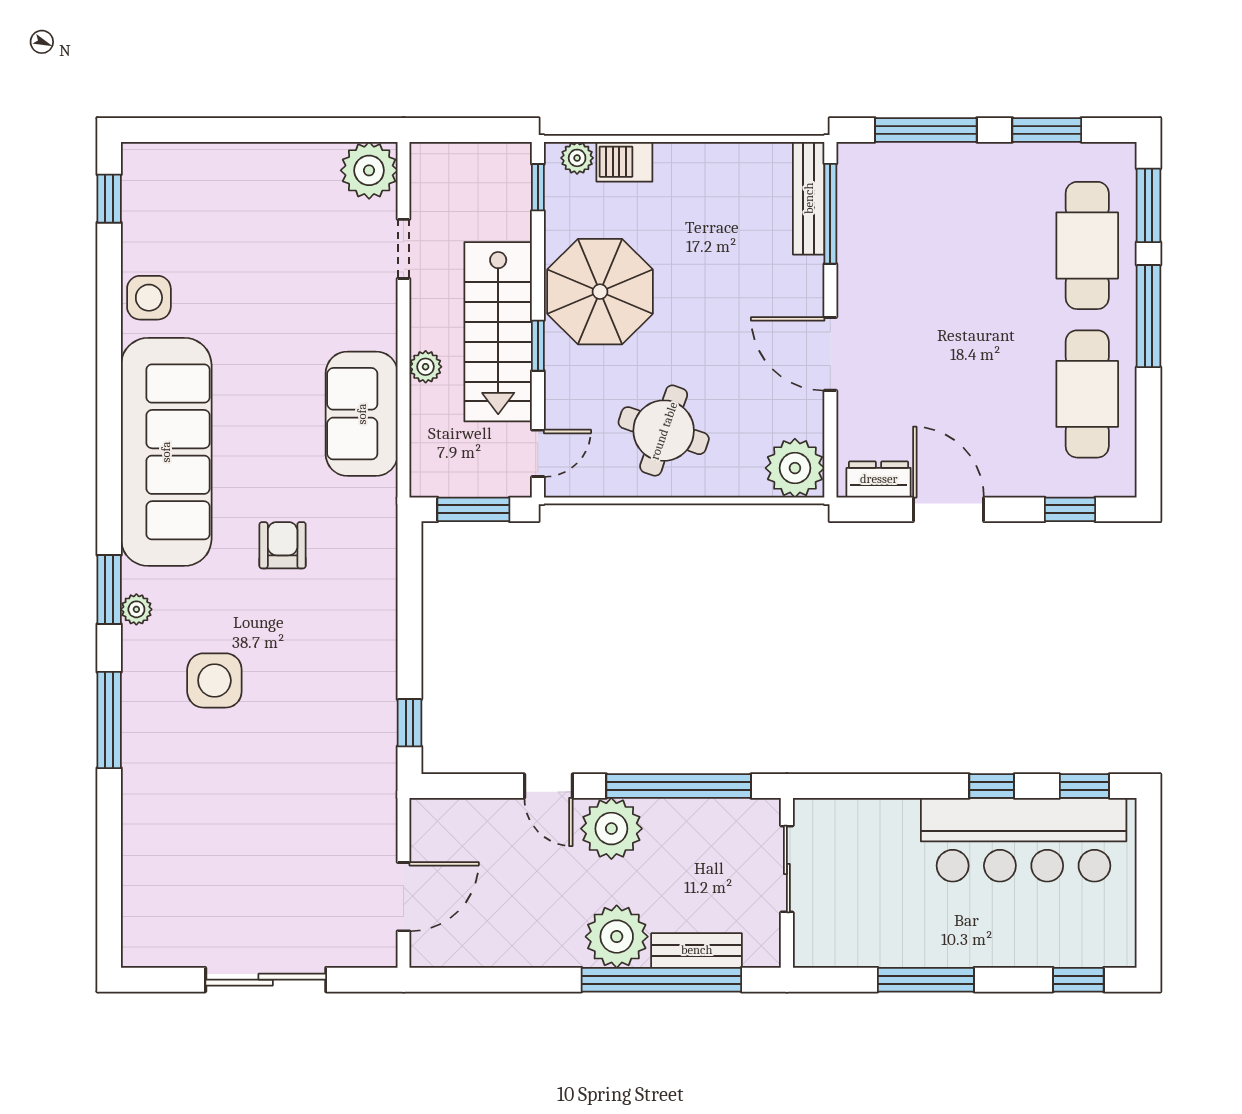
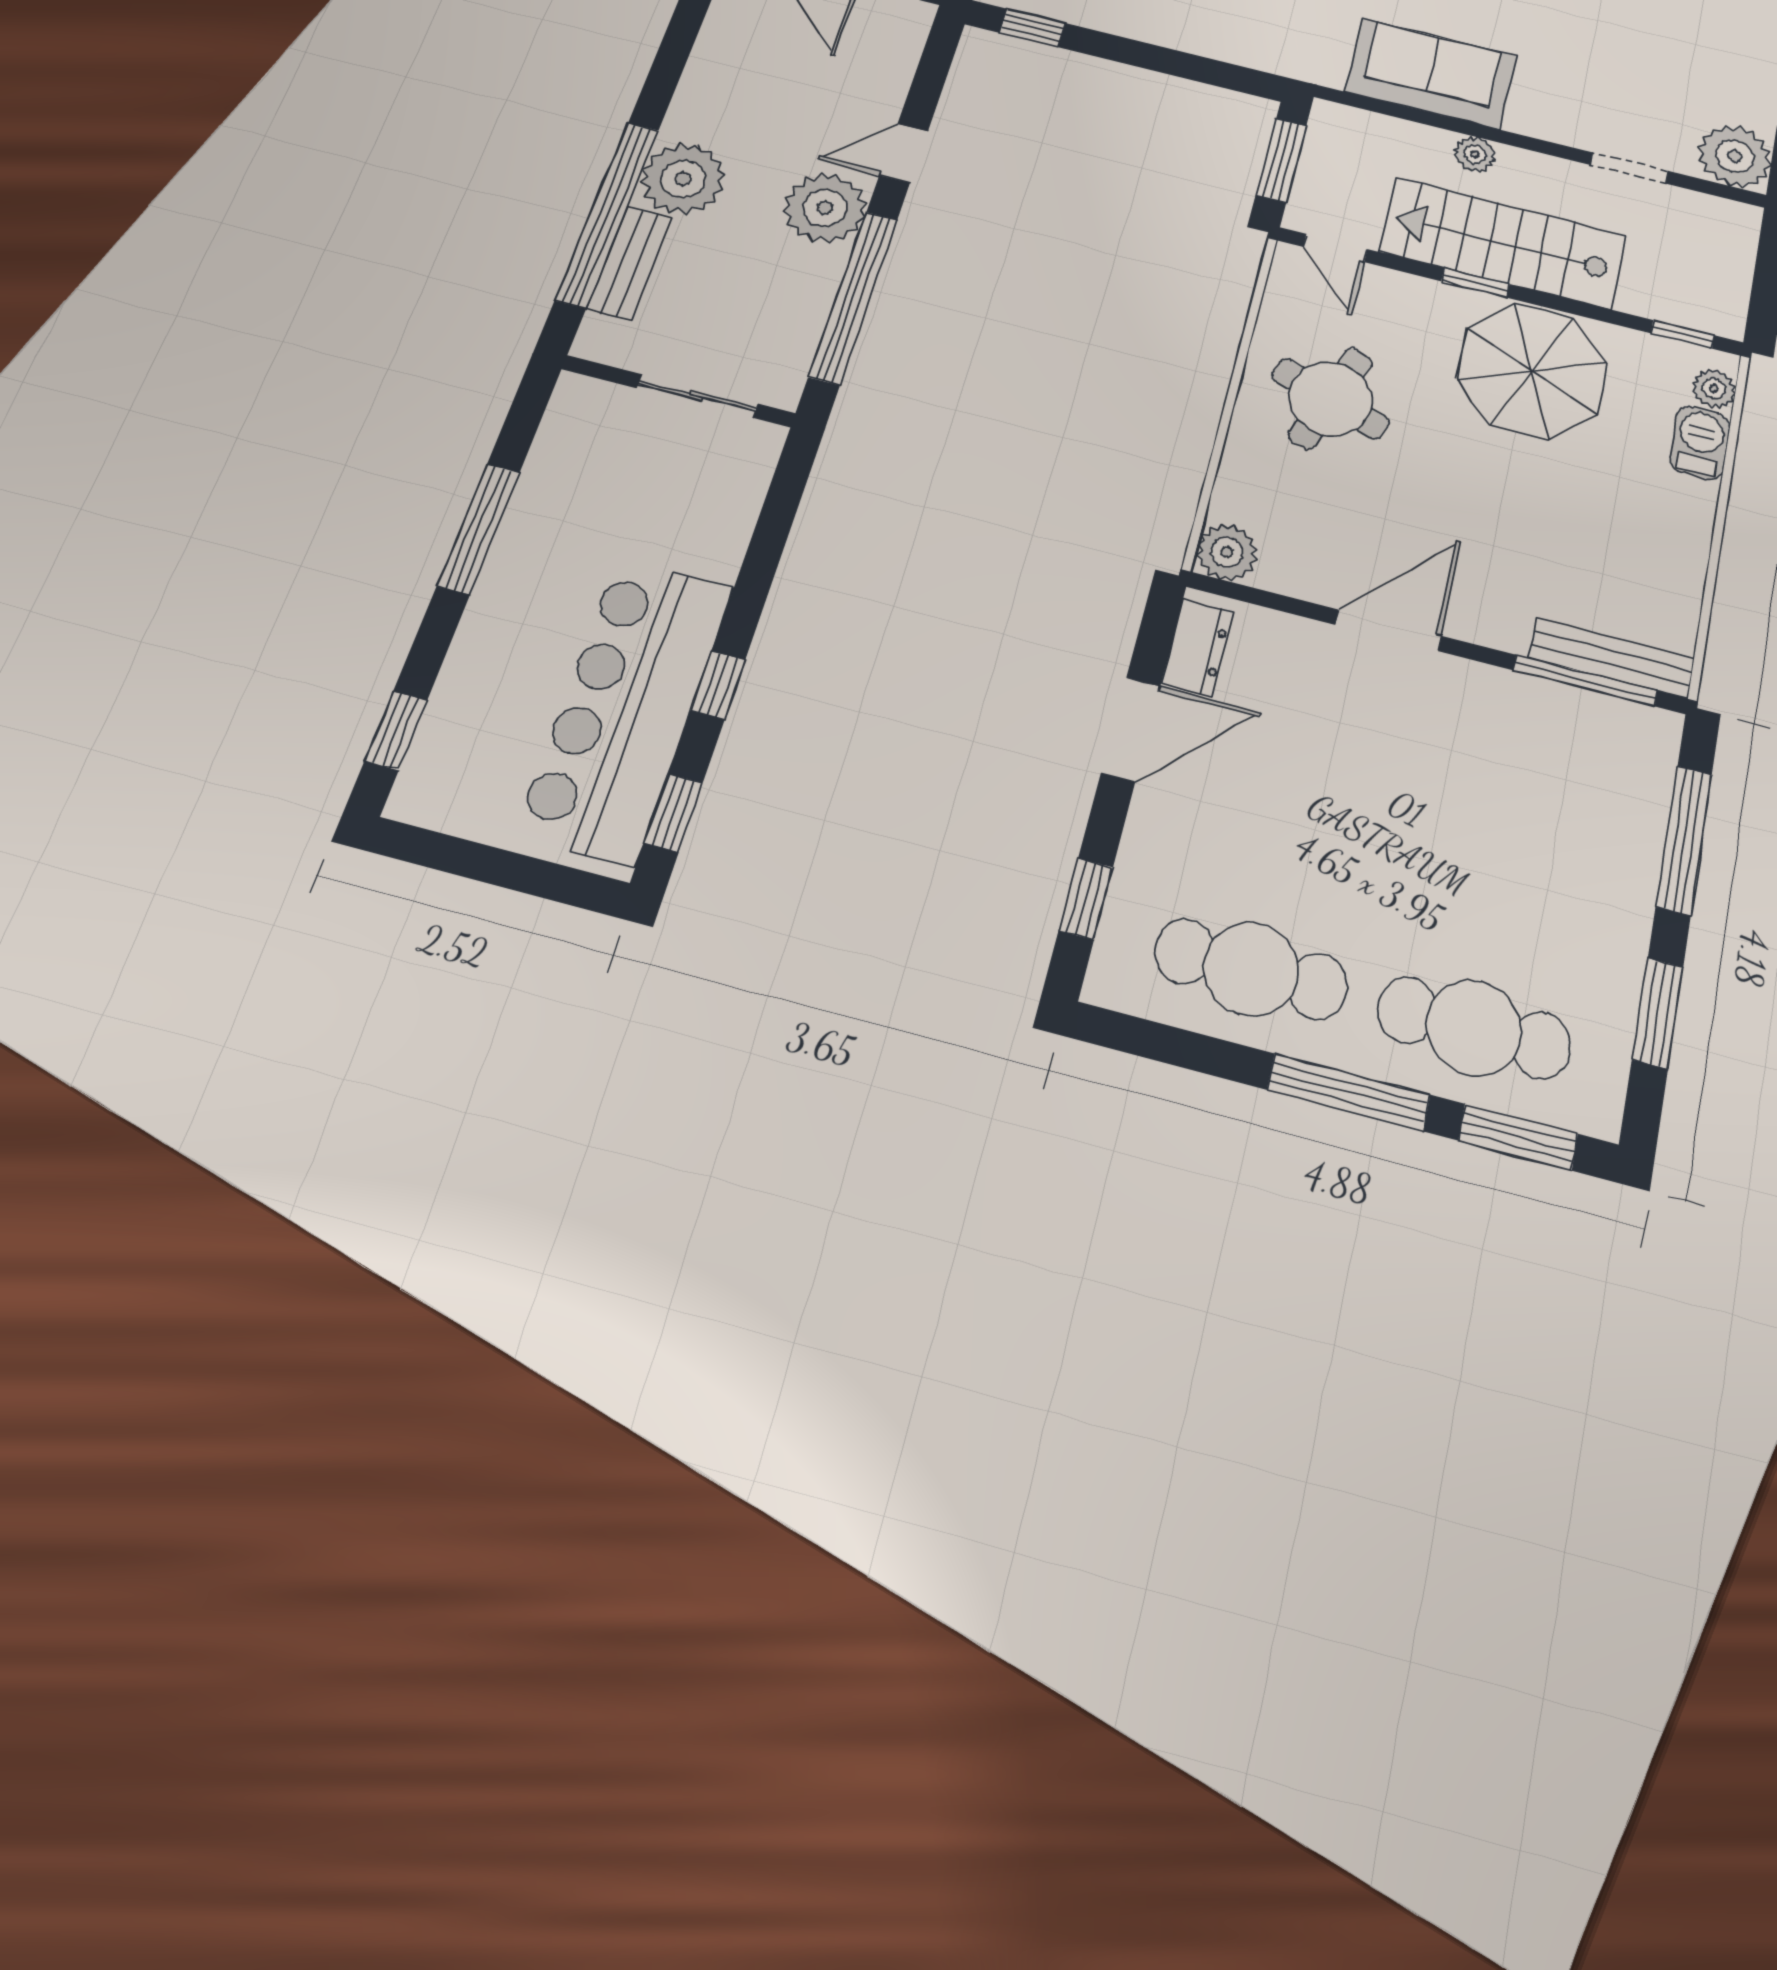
plant: (795, 468) -> (1227, 552), width x0.73, depth x0.73

